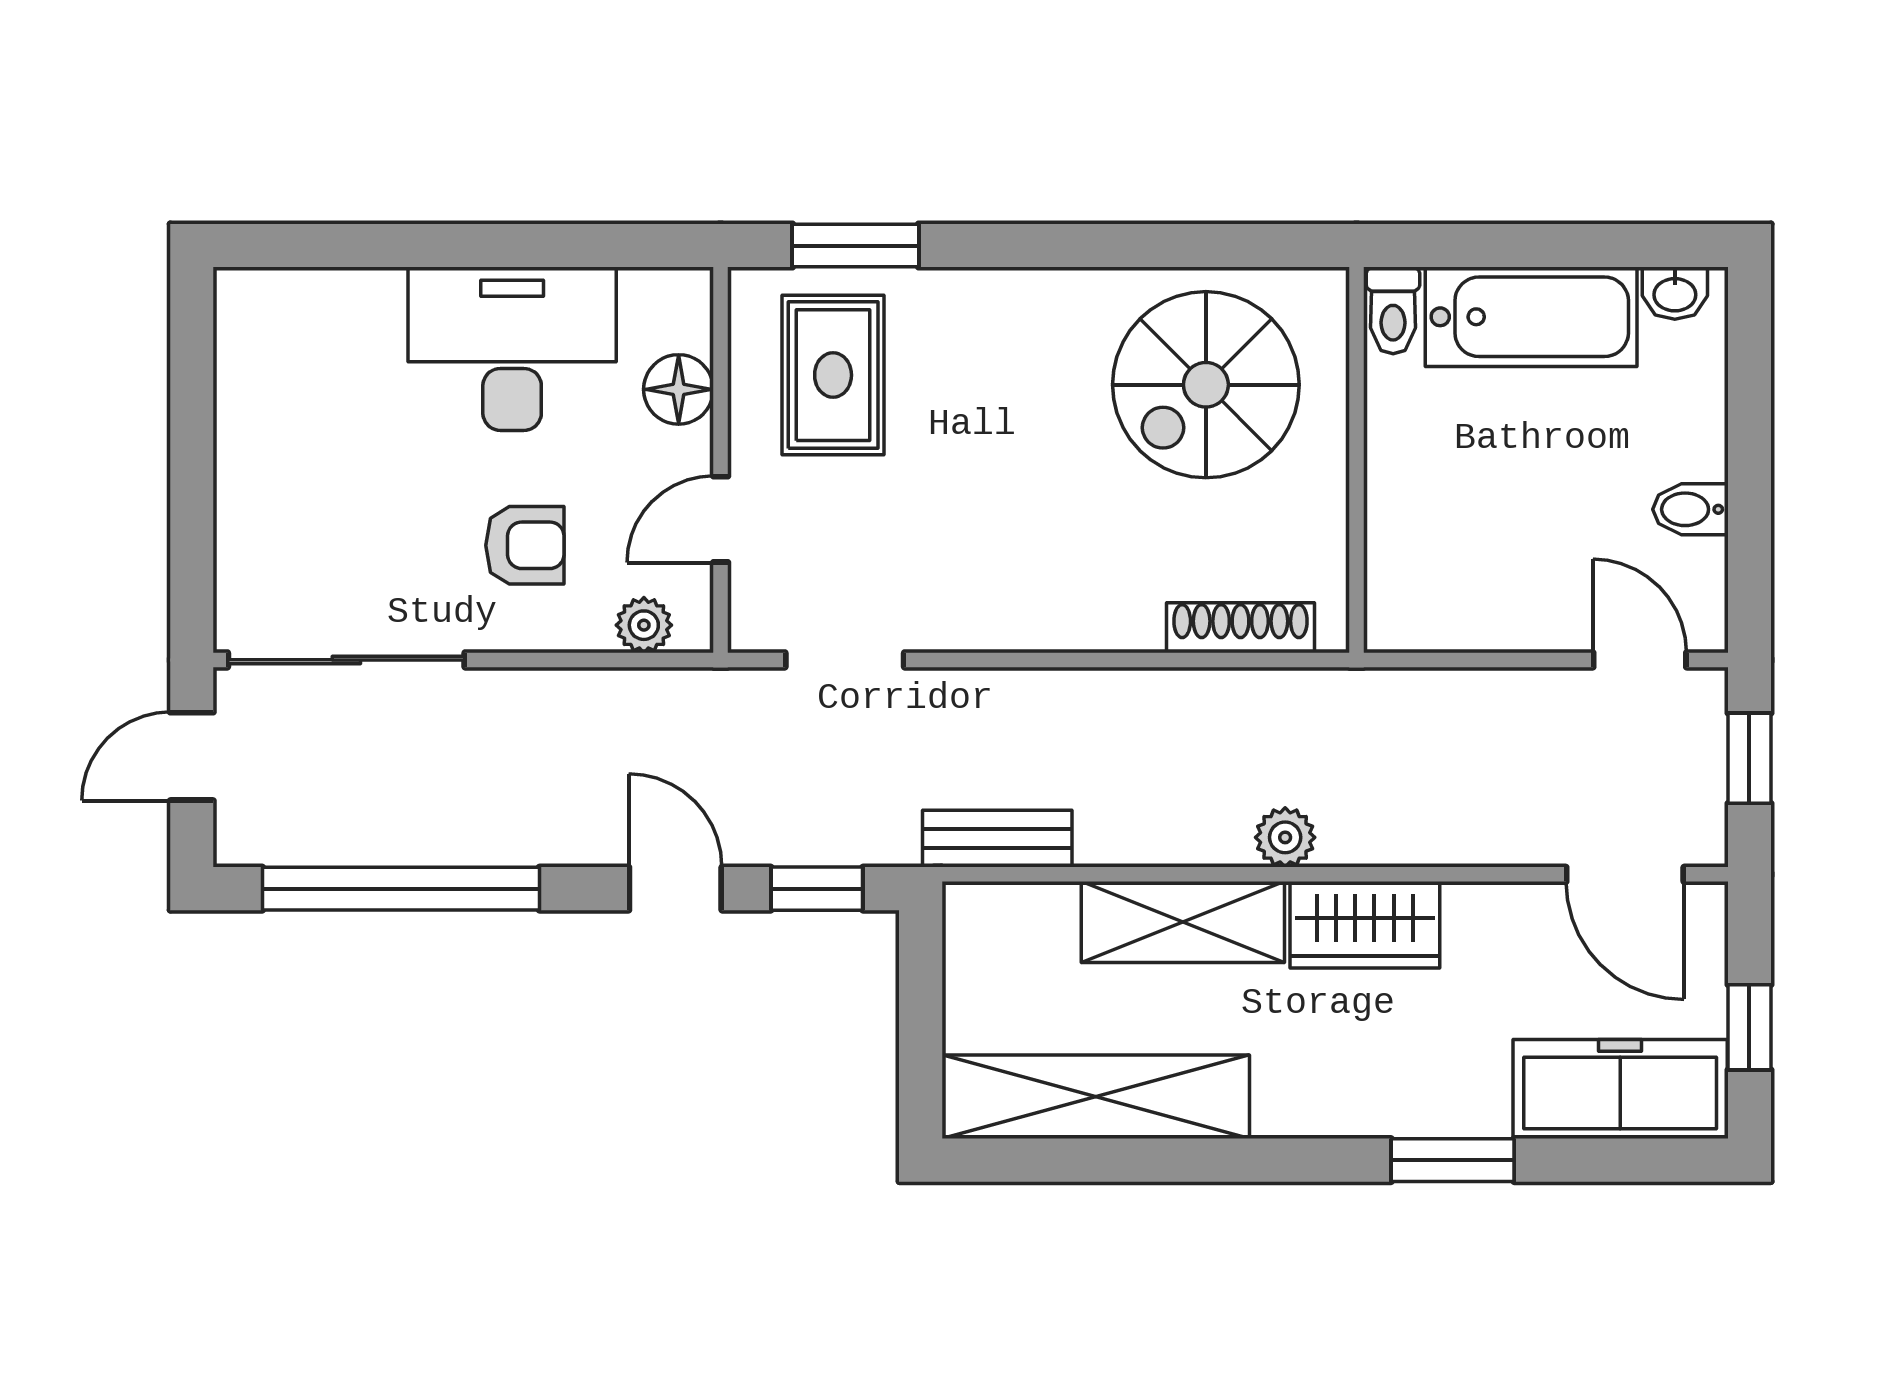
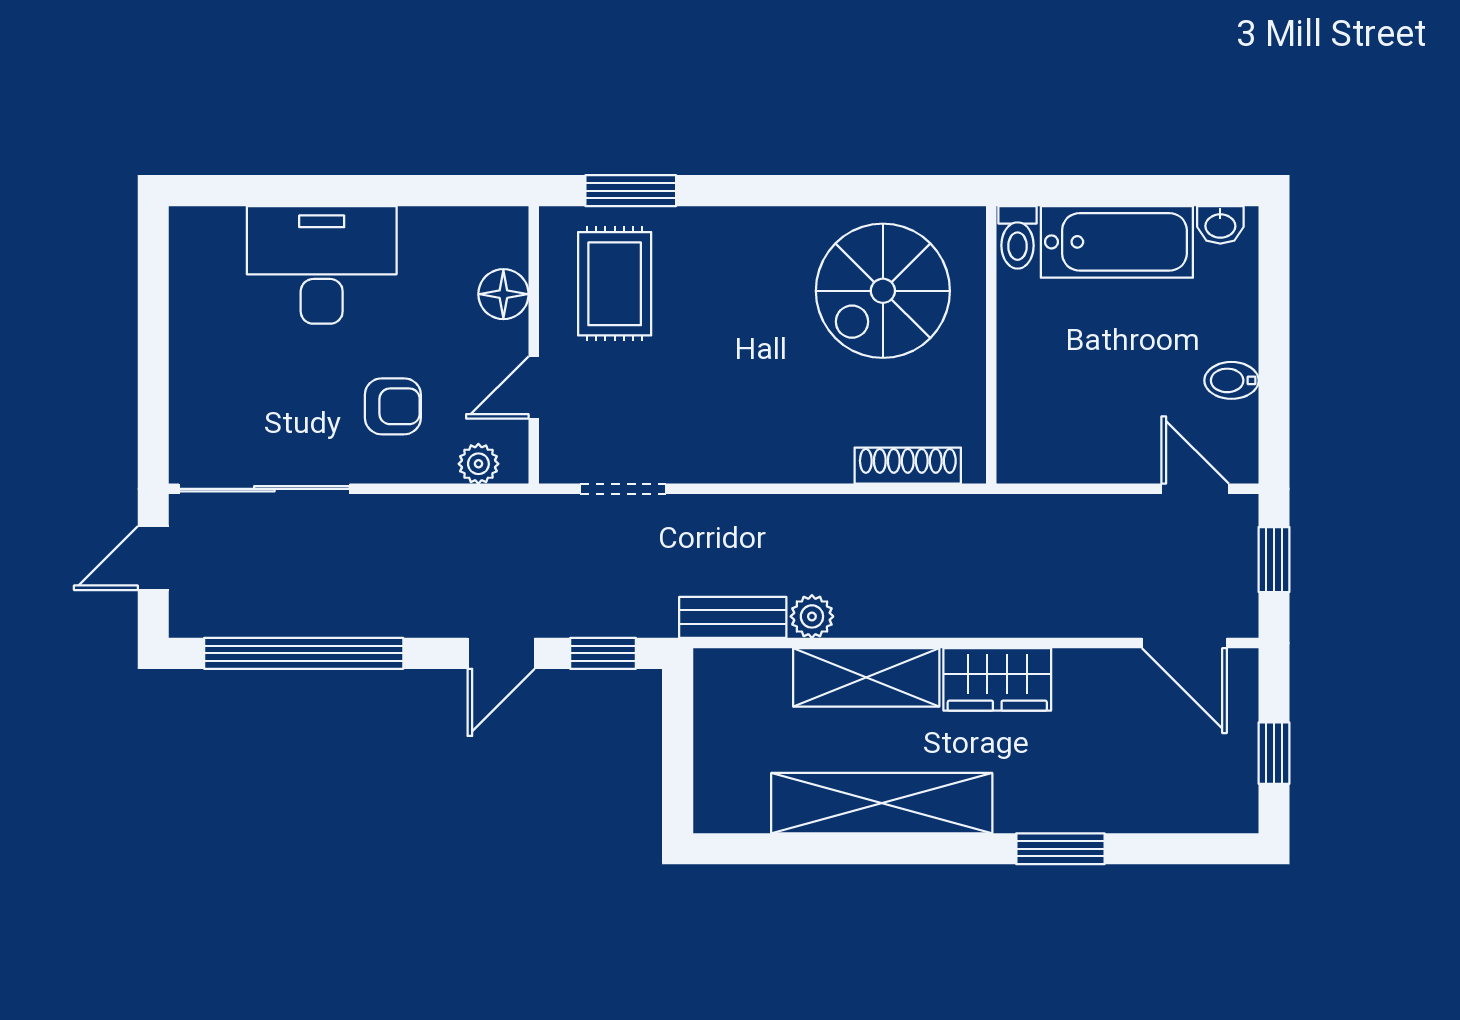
desk: (512, 349) -> (322, 265), moved
plant: (1285, 837) -> (812, 616), moved
door: (675, 889) -> (501, 653), swing flipped
freezer: (1620, 1089) -> (1181, 798), removed
shelving: (1096, 1097) -> (882, 803), moved

